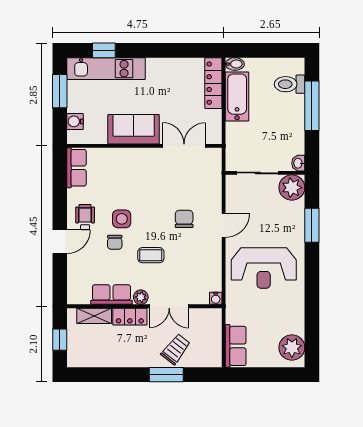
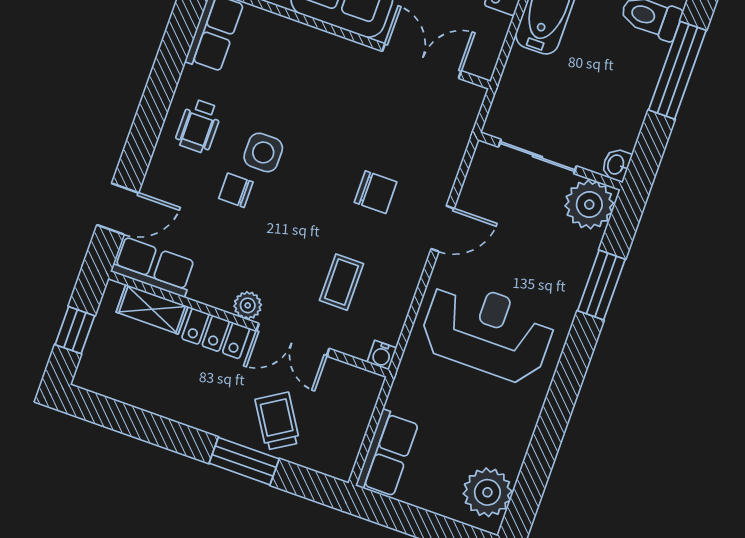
wheelchair: (85, 217) -> (198, 126), turned 180
chair: (184, 219) -> (376, 192), turned 90
door: (60, 242) -> (118, 209), moved
chair: (115, 242) -> (236, 190), turned 90
coffee table: (151, 255) -> (342, 282), moved, turned 90
reception desk: (264, 268) -> (487, 331), turned 180
row of seats: (111, 295) -> (154, 267), moved
trolley: (176, 349) -> (277, 421), turned -70

